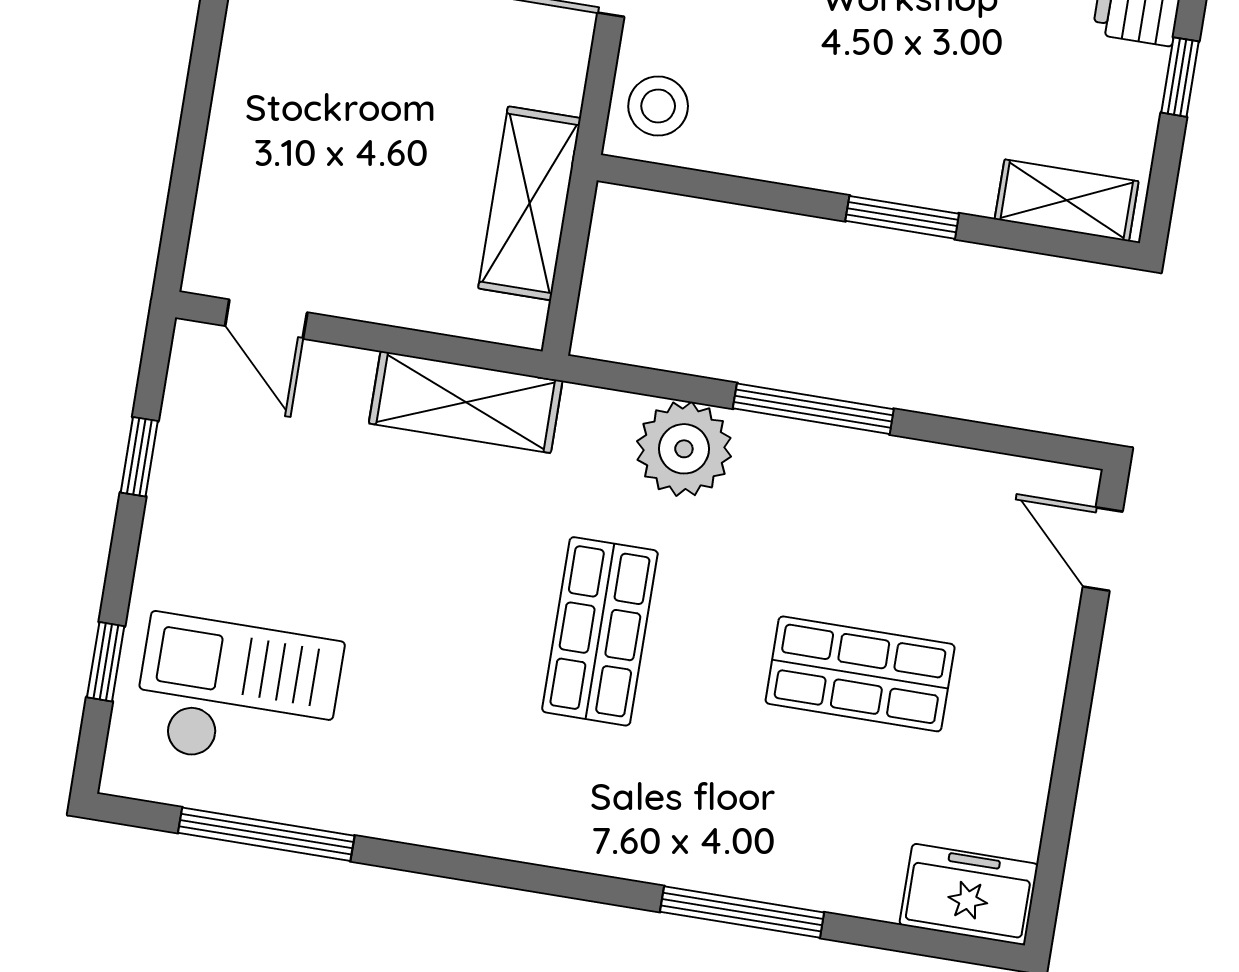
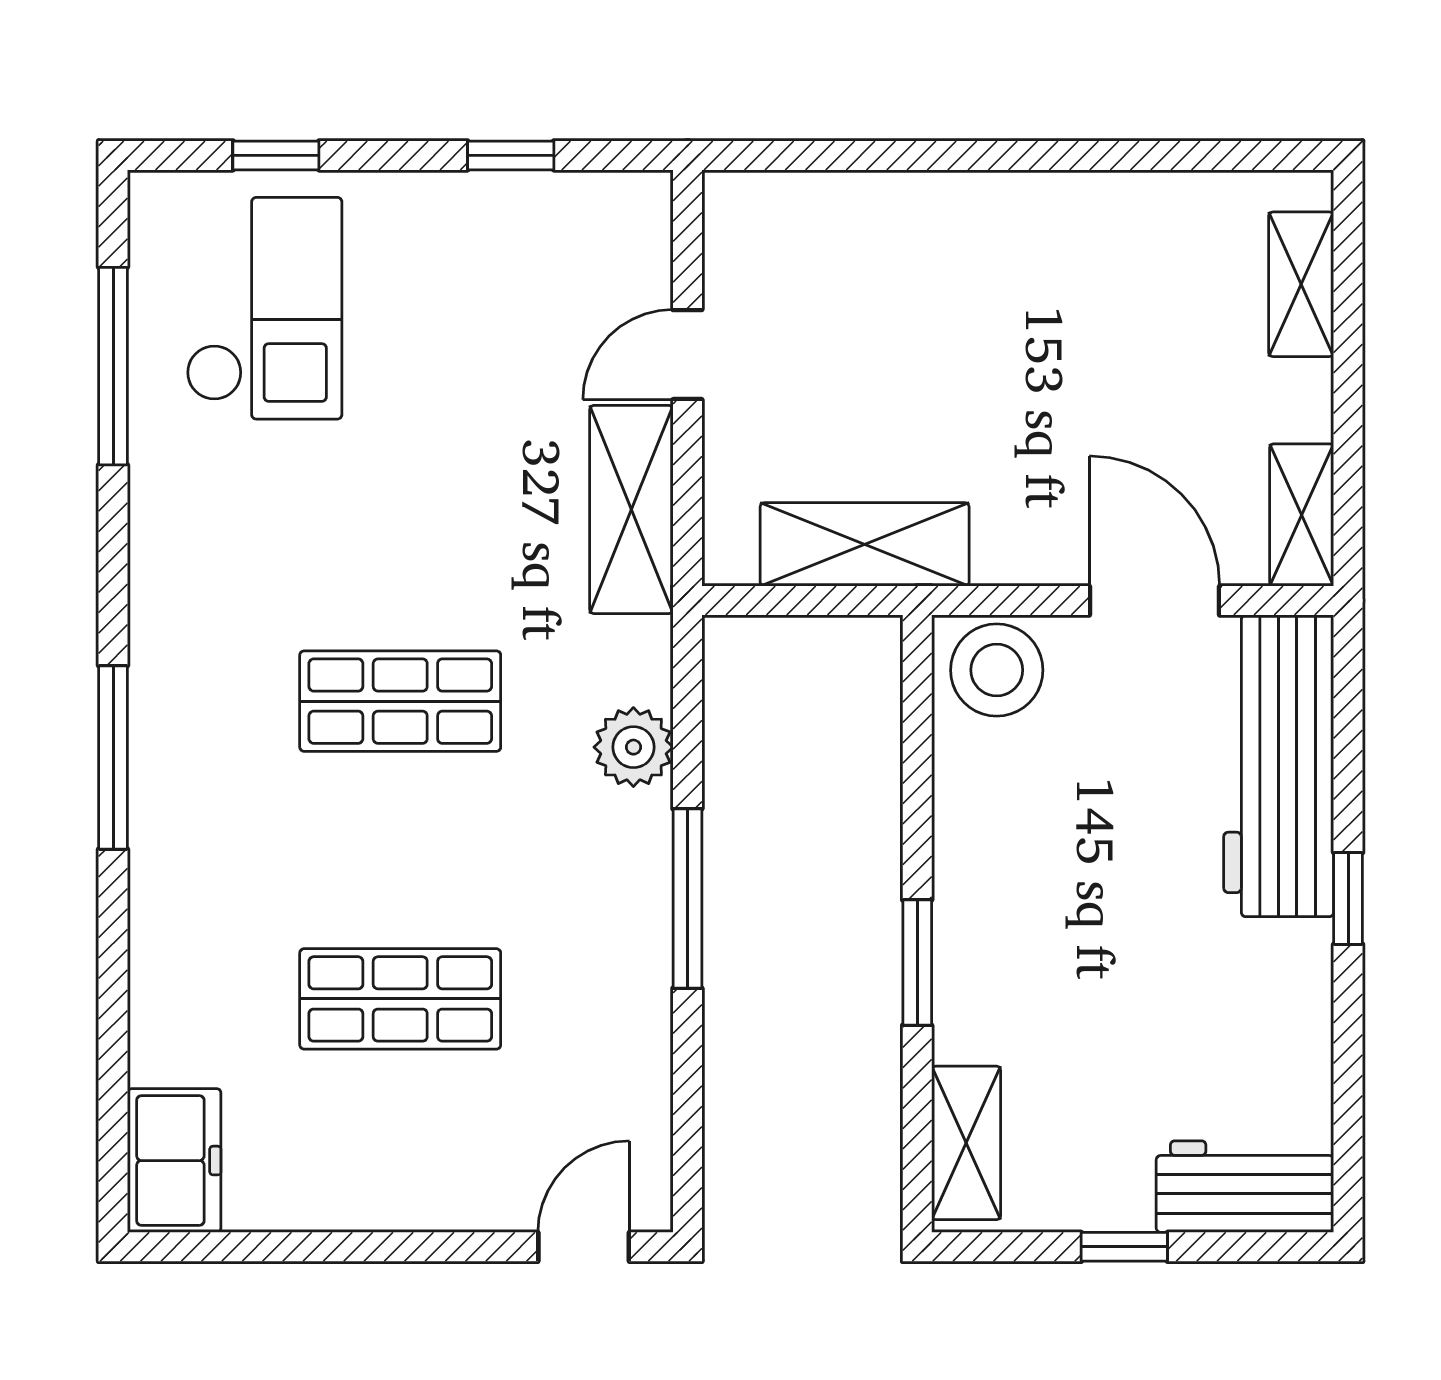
stool: (658, 106) -> (997, 670), width x1.38, depth x1.38
door: (266, 319) -> (687, 355), moved
plant: (684, 449) -> (633, 747), width x0.73, depth x0.73
shop shelf: (860, 674) -> (400, 999), turned 90
window: (742, 912) -> (113, 757), moved

